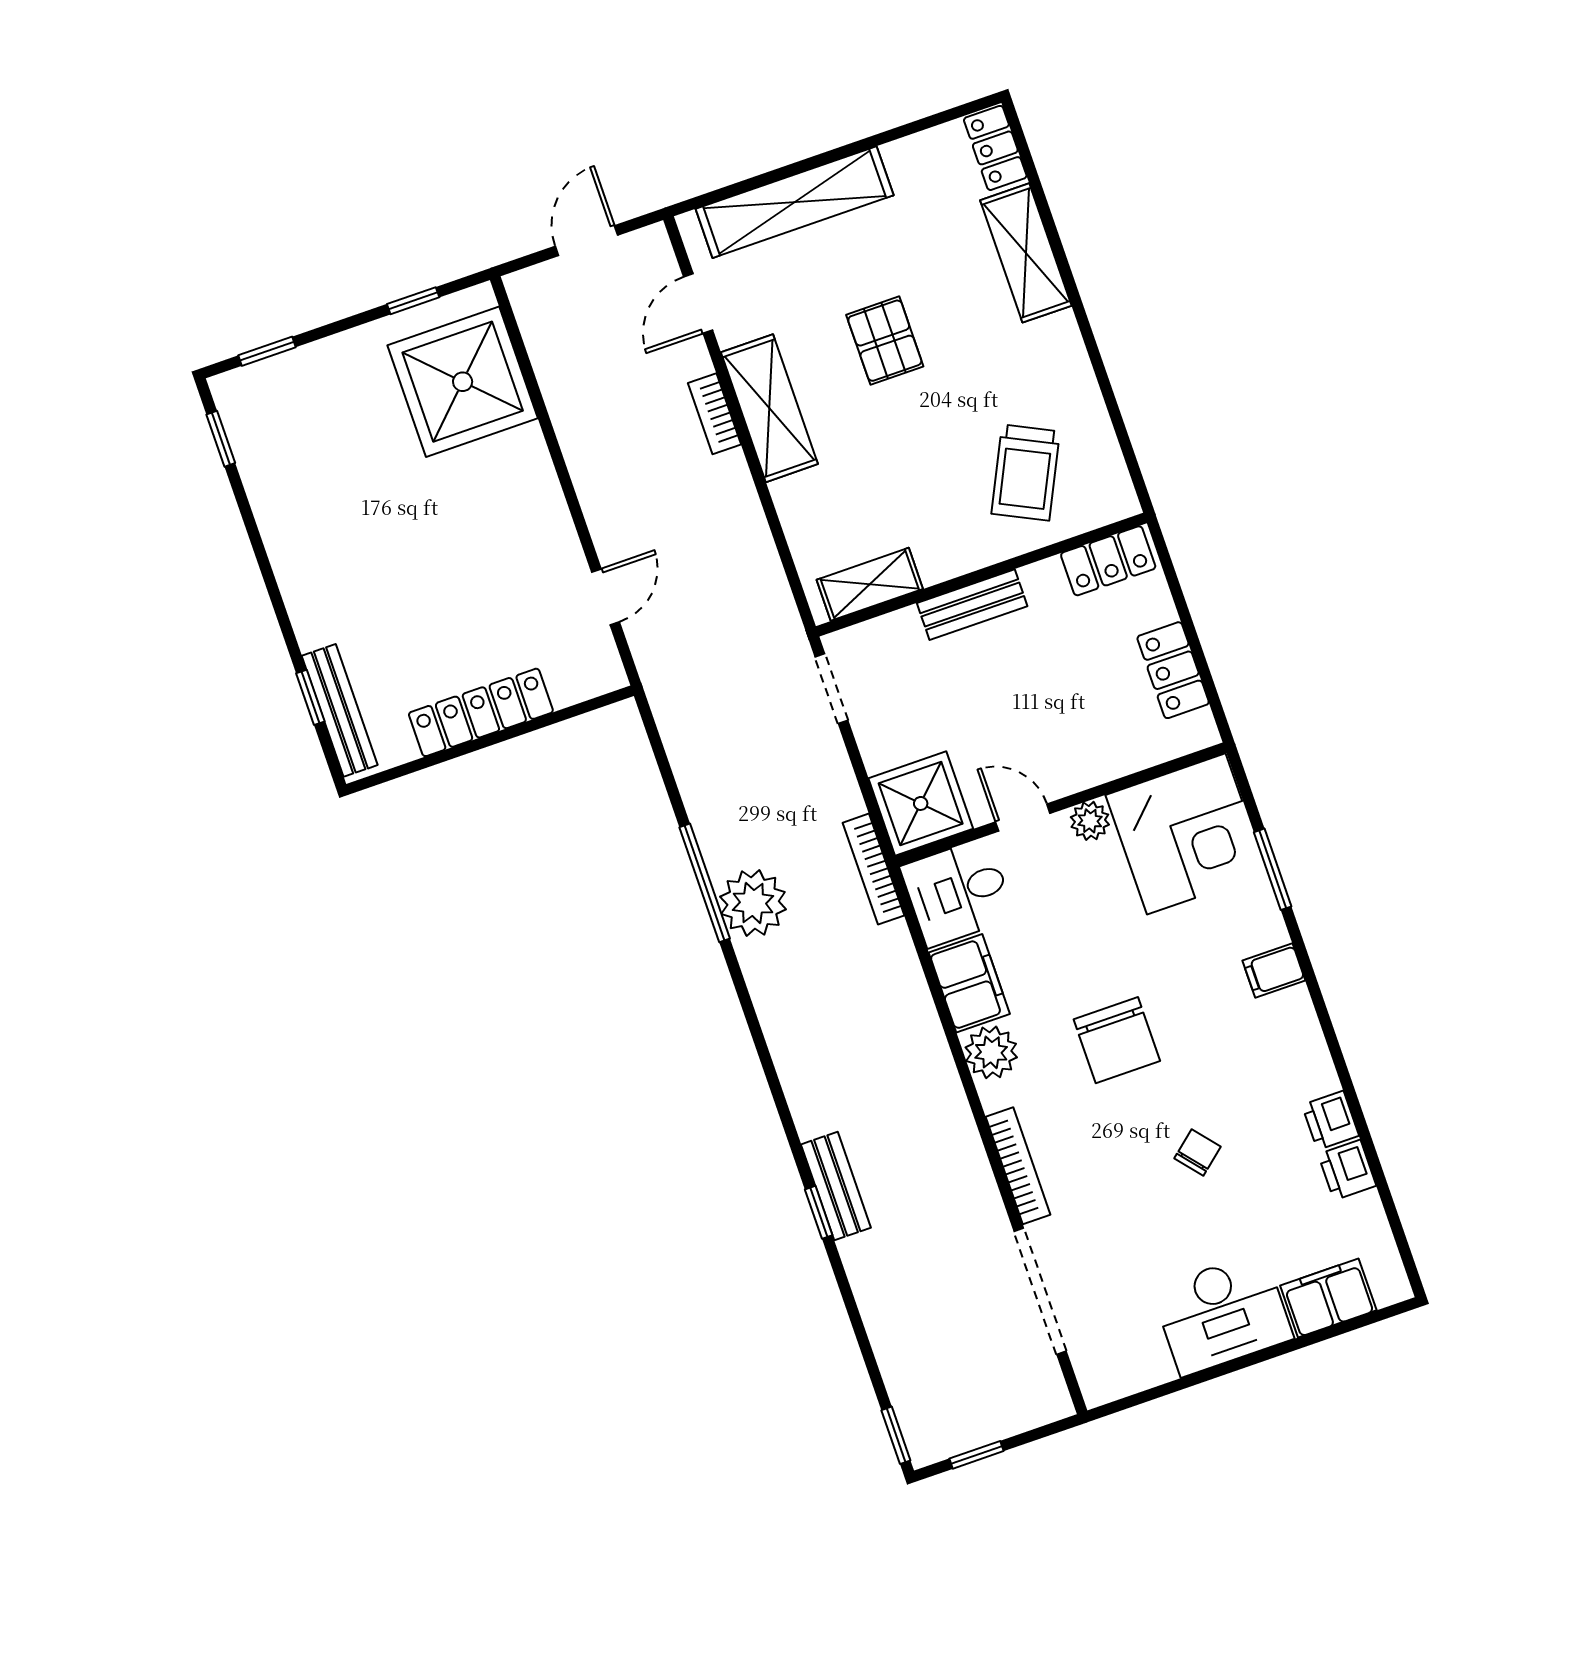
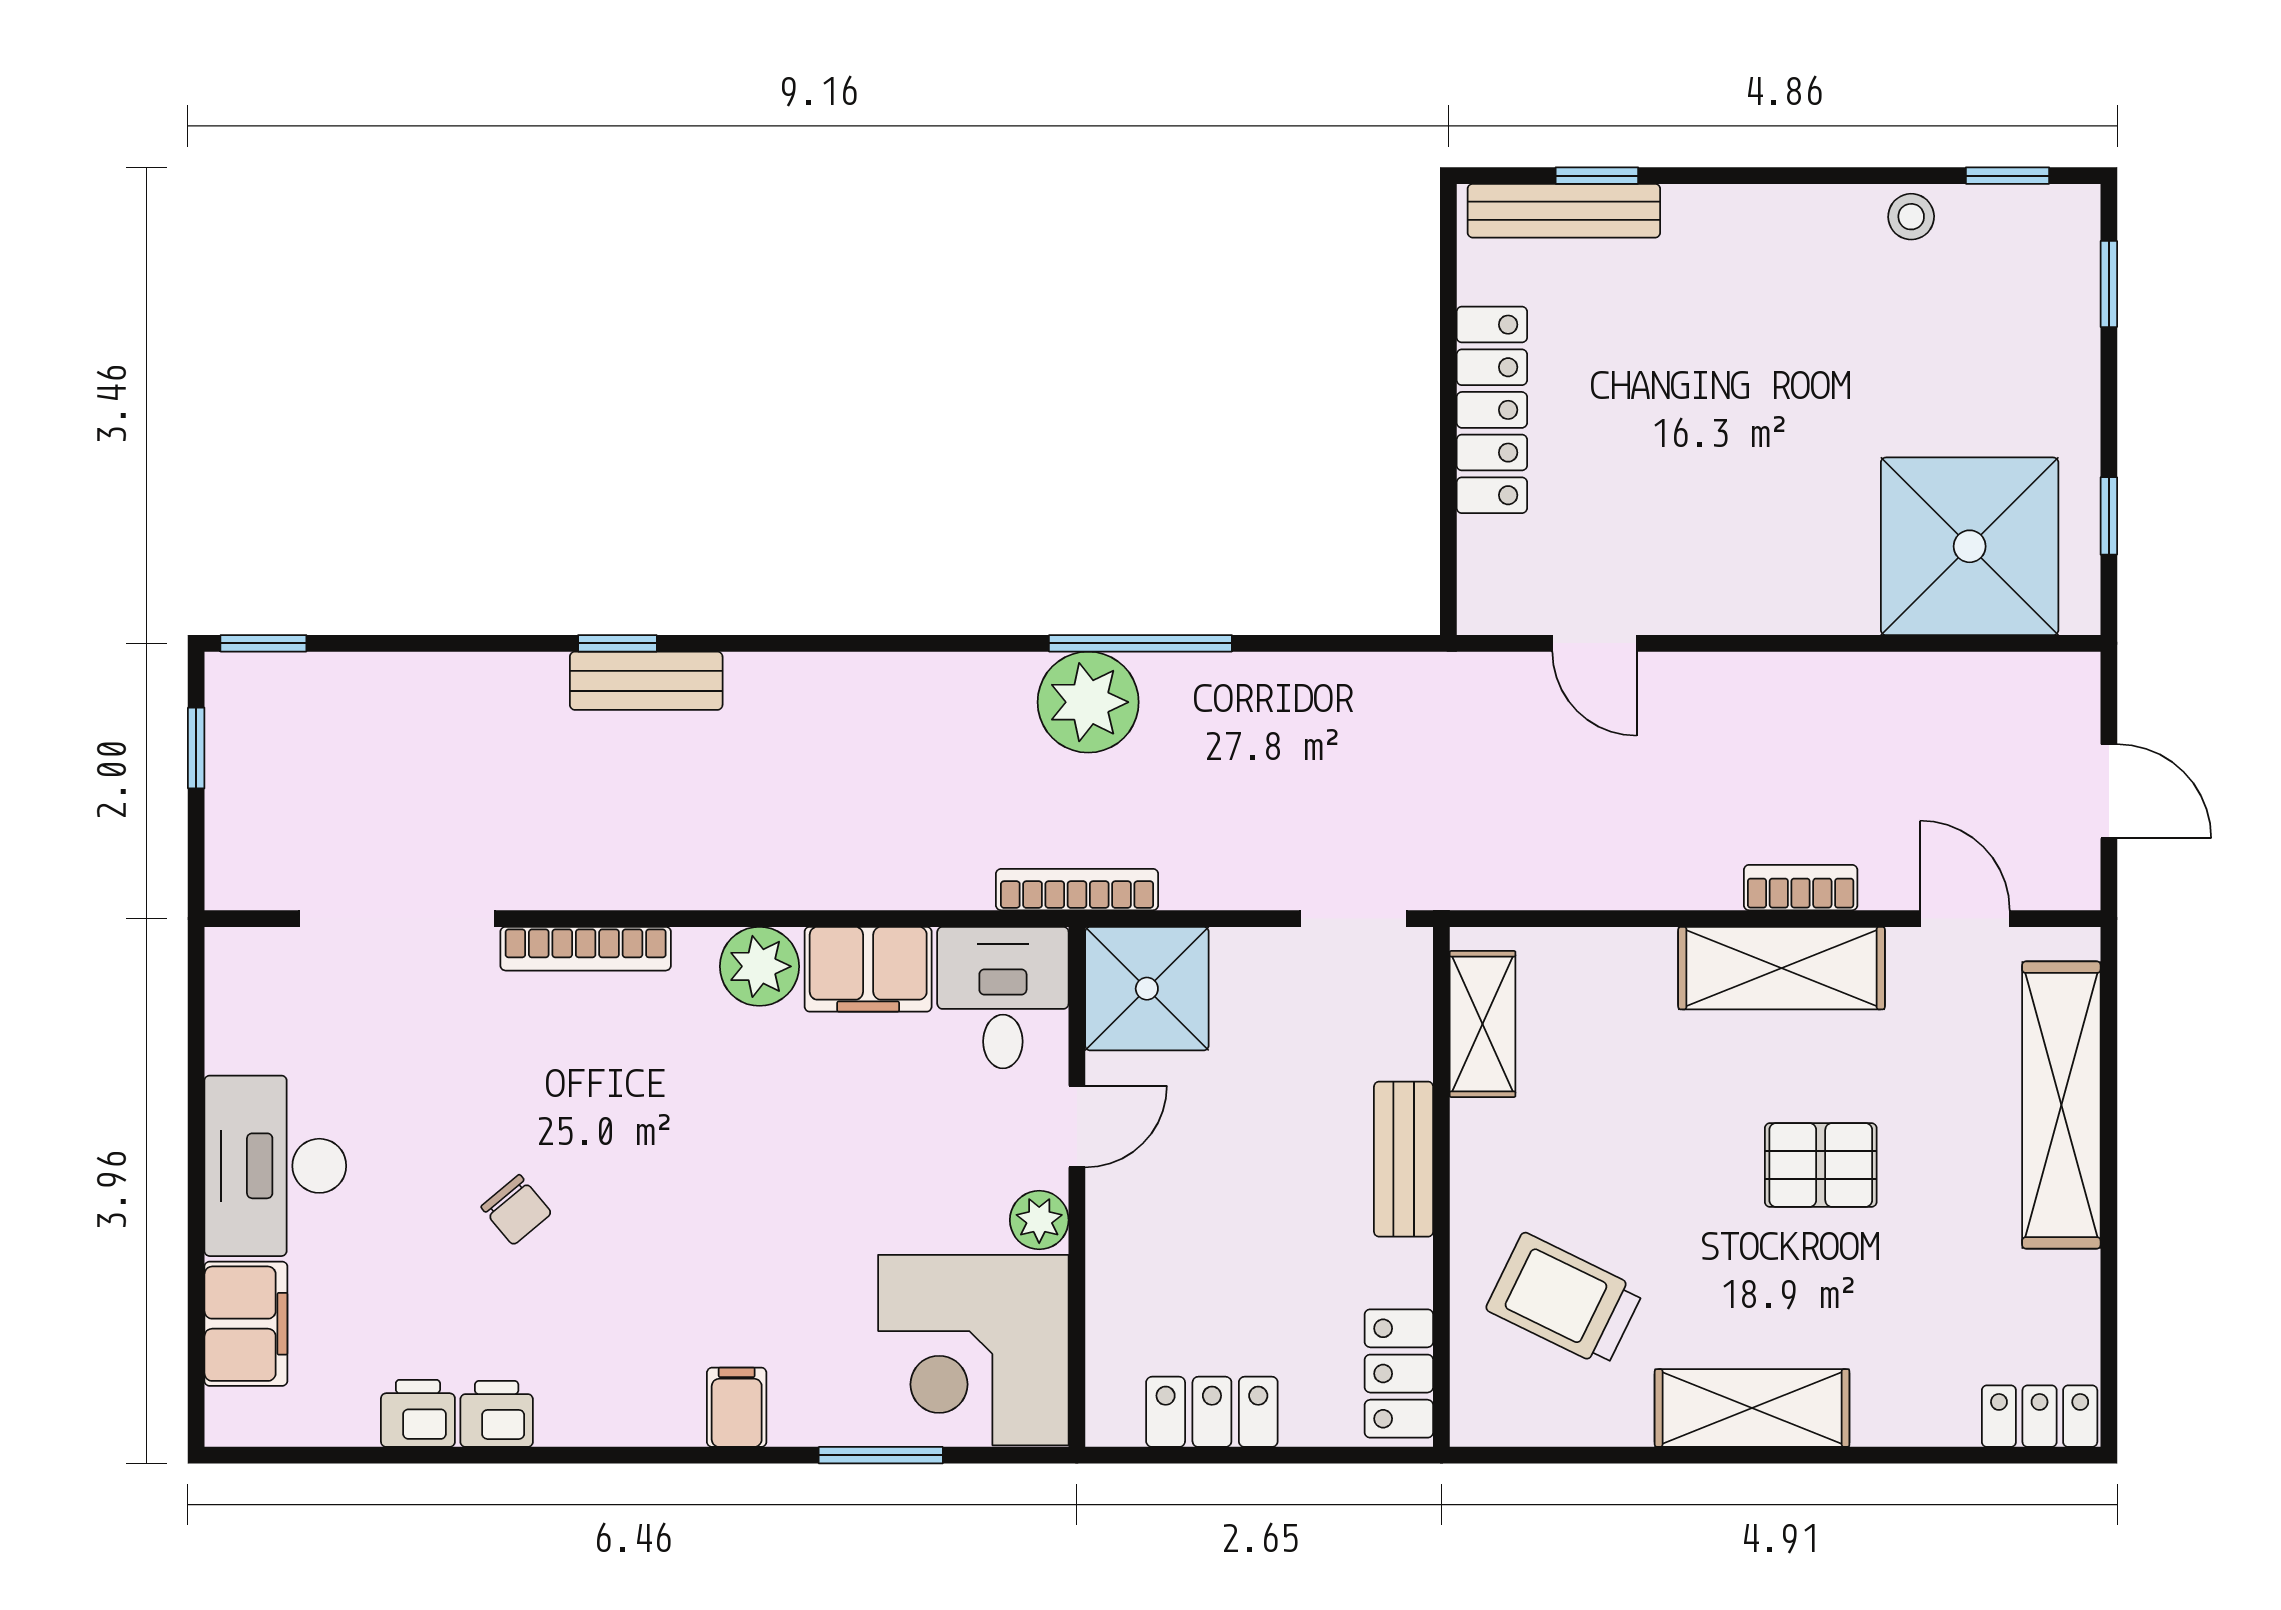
shelving: (1026, 253) -> (1752, 1408), moved
stool: (268, 490) -> (1911, 217), added
chair: (1117, 1040) -> (715, 1150), removed

